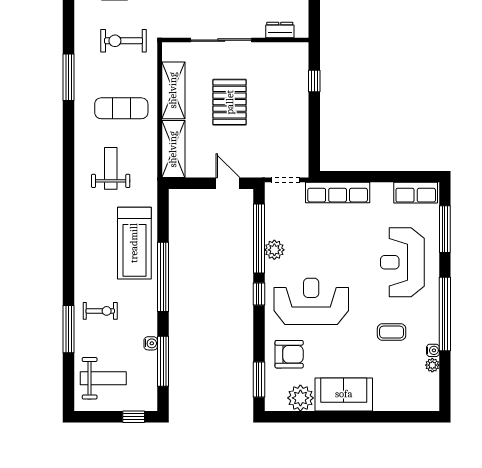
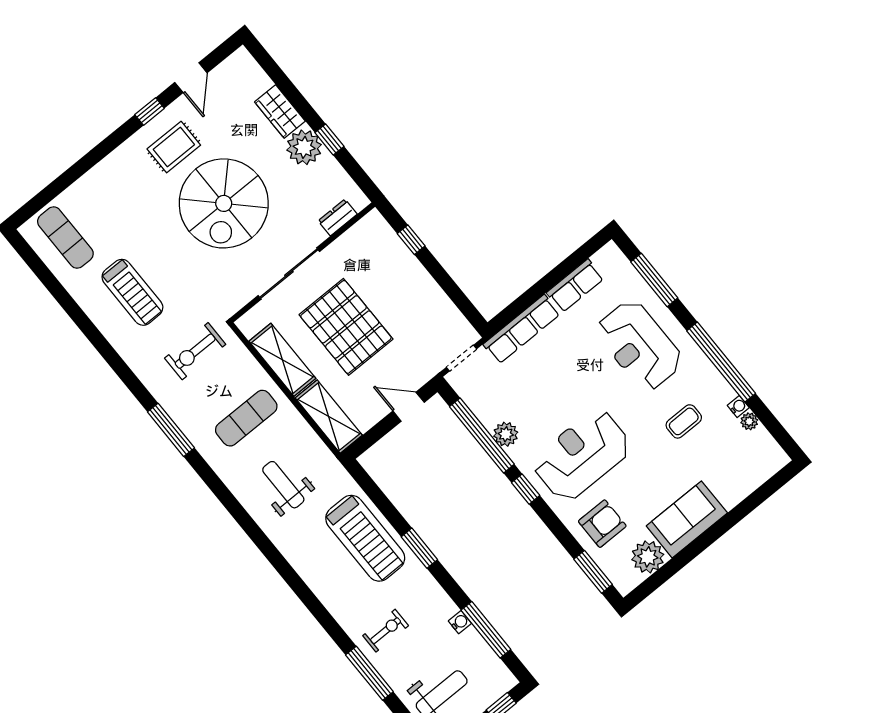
pallet: (230, 102) -> (346, 327), width x1.37, depth x1.41
row of seats: (416, 193) -> (575, 286), moved
window: (163, 277) -> (419, 548), width x0.47

